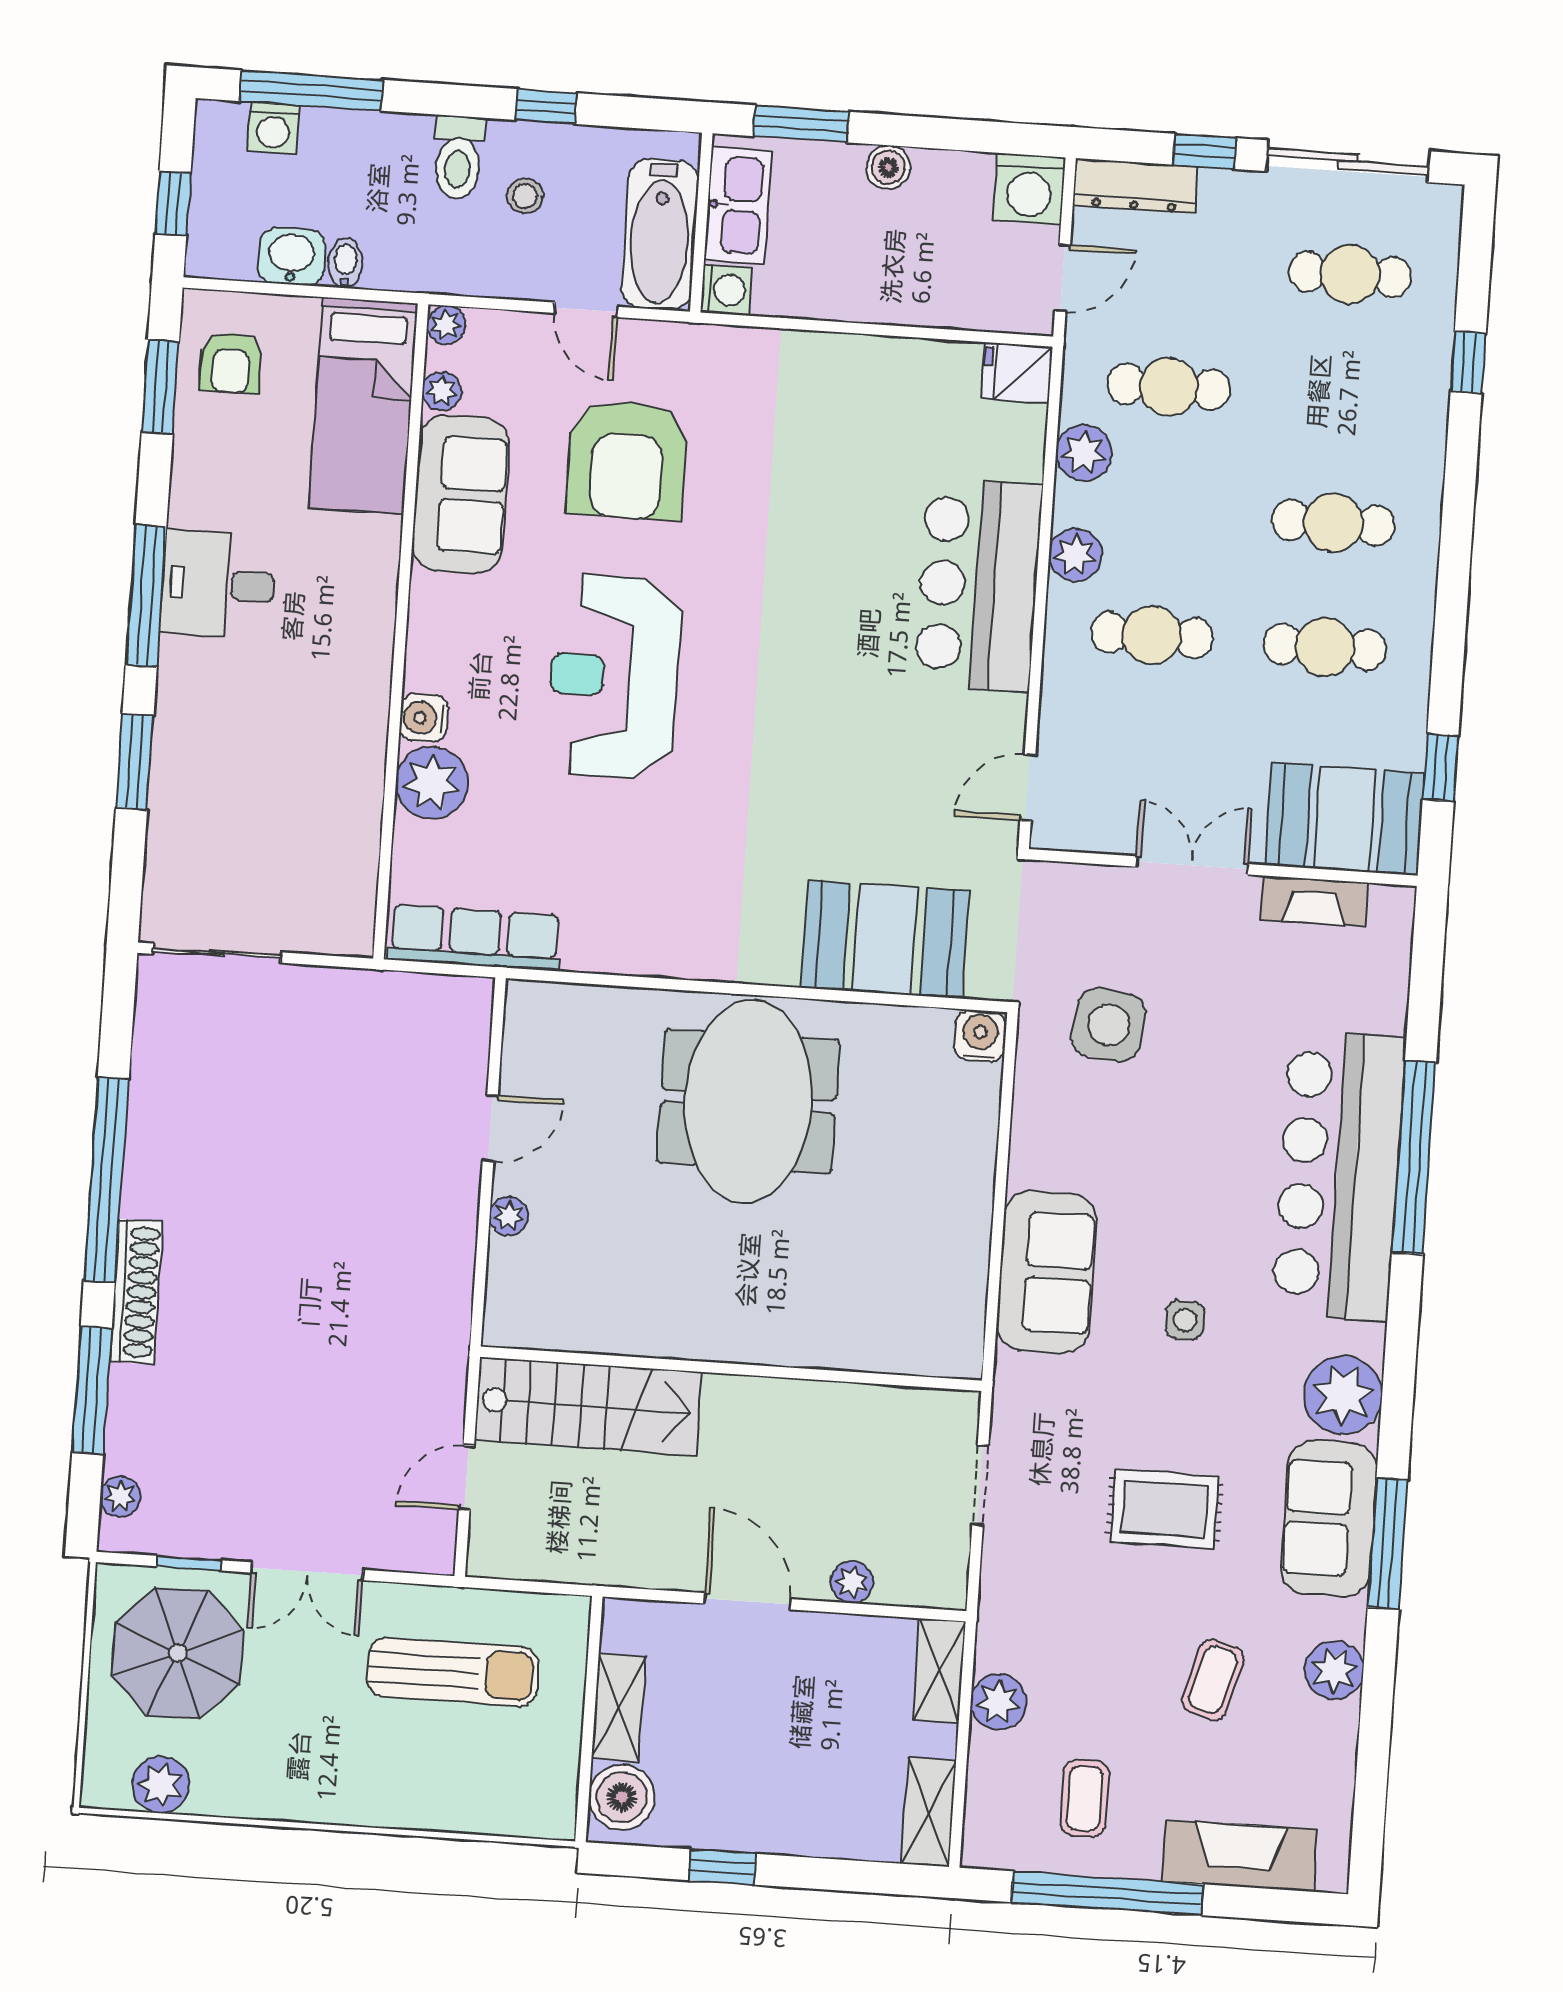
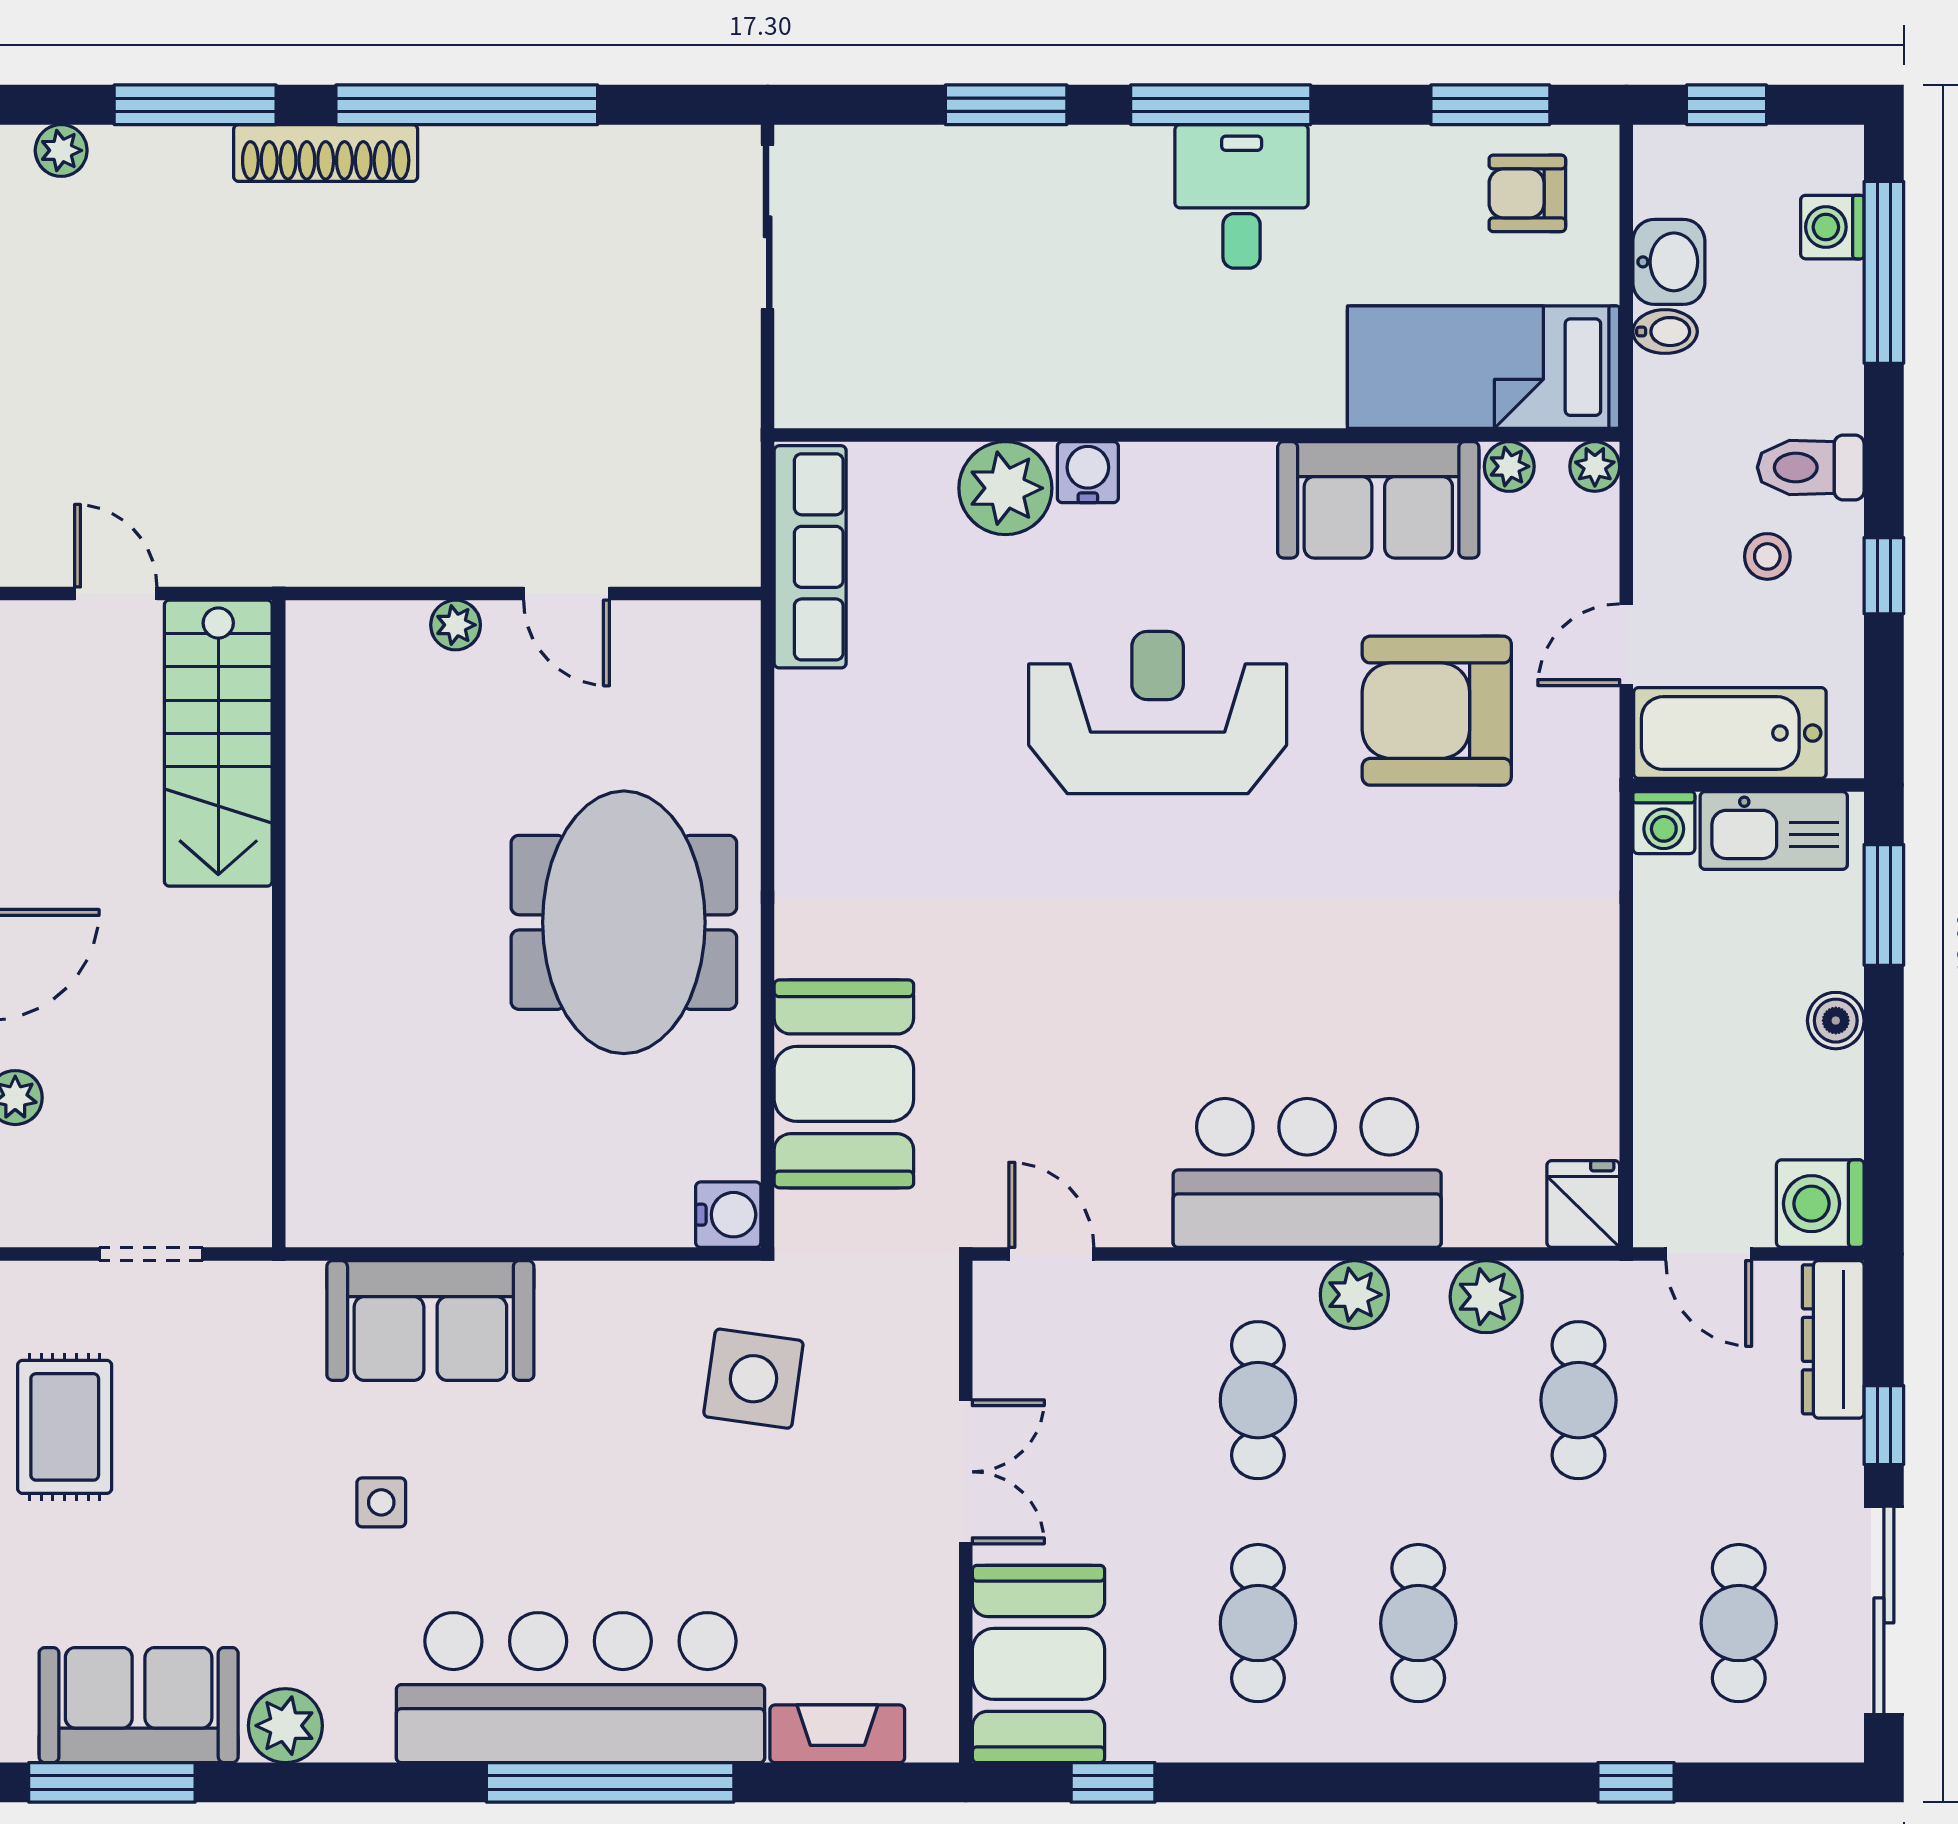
fireplace: (1314, 901) -> (837, 1734), moved, turned 90
meeting table: (748, 1101) -> (624, 922), turned 90
plant: (1343, 1395) -> (285, 1726), width x0.73, depth x0.73
rug: (1165, 1509) -> (65, 1427), moved

